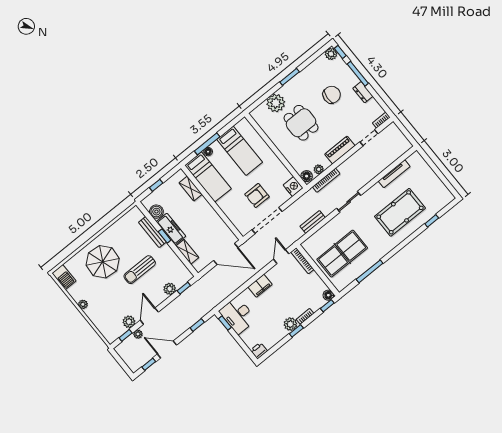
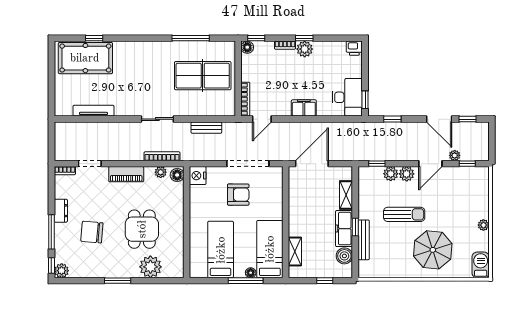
pool table: (400, 212) -> (85, 58), moved
door: (226, 254) -> (312, 164), hinge flipped
plant: (129, 322) -> (407, 174), moved

